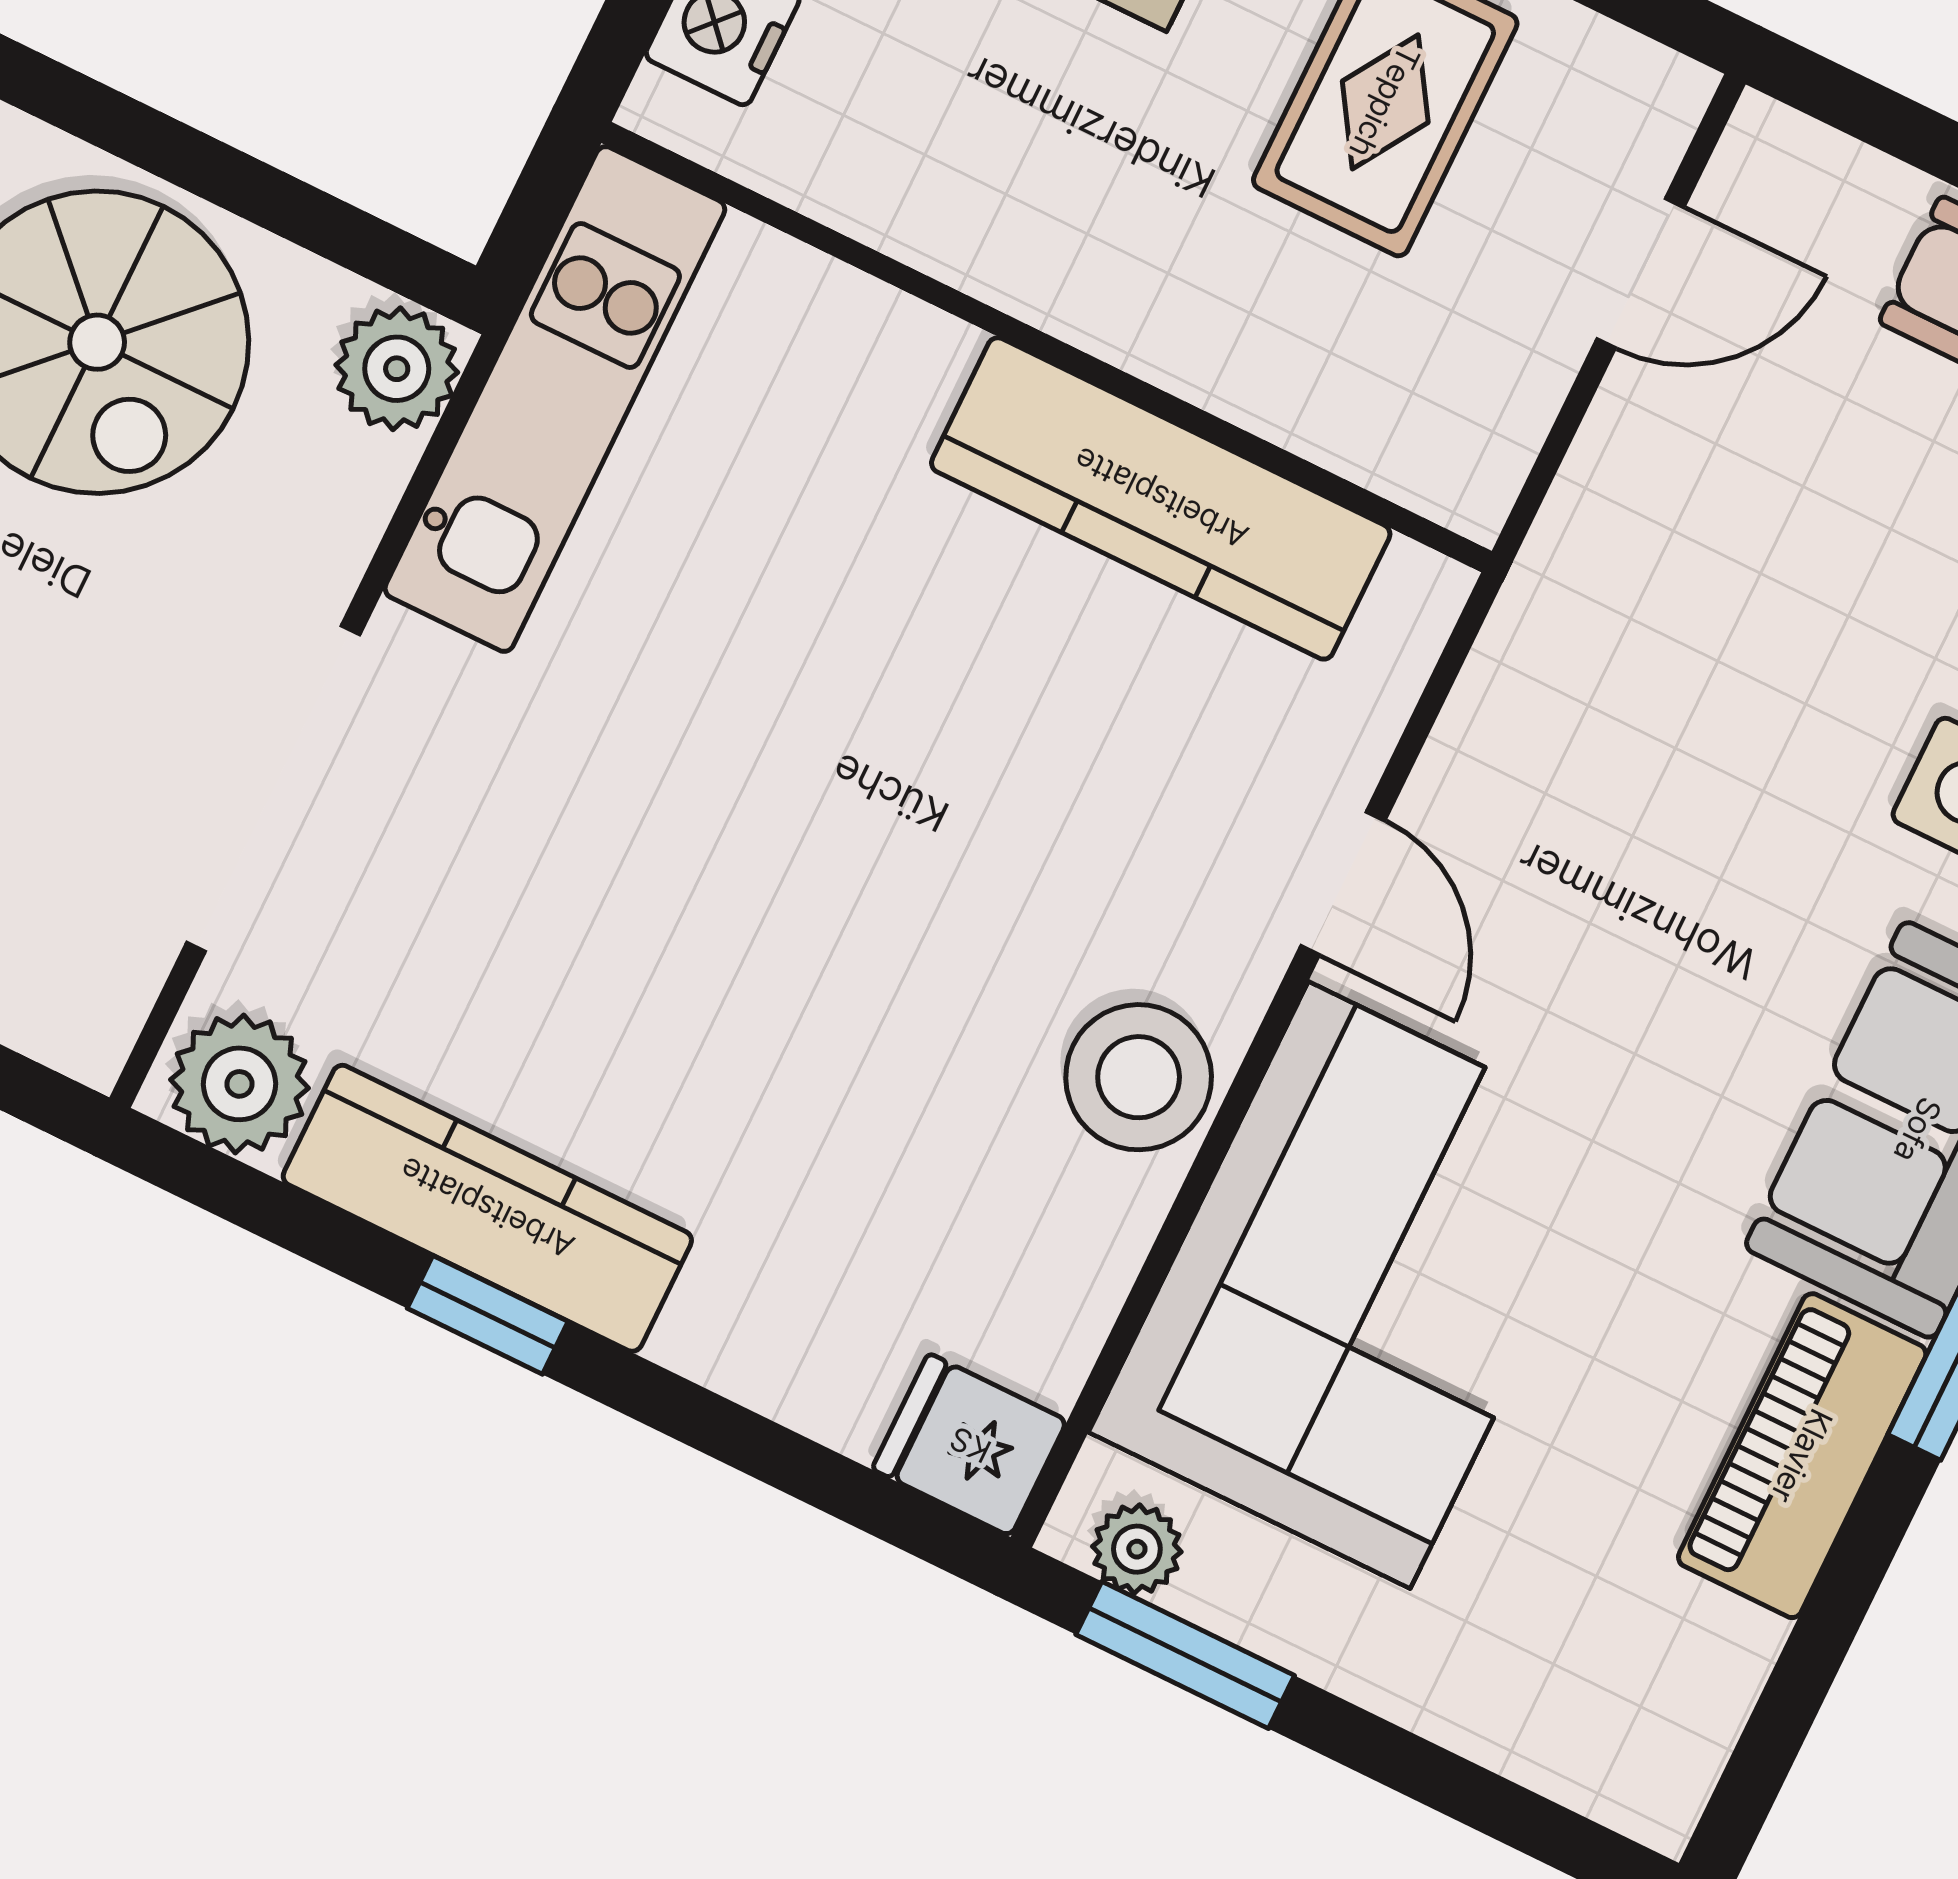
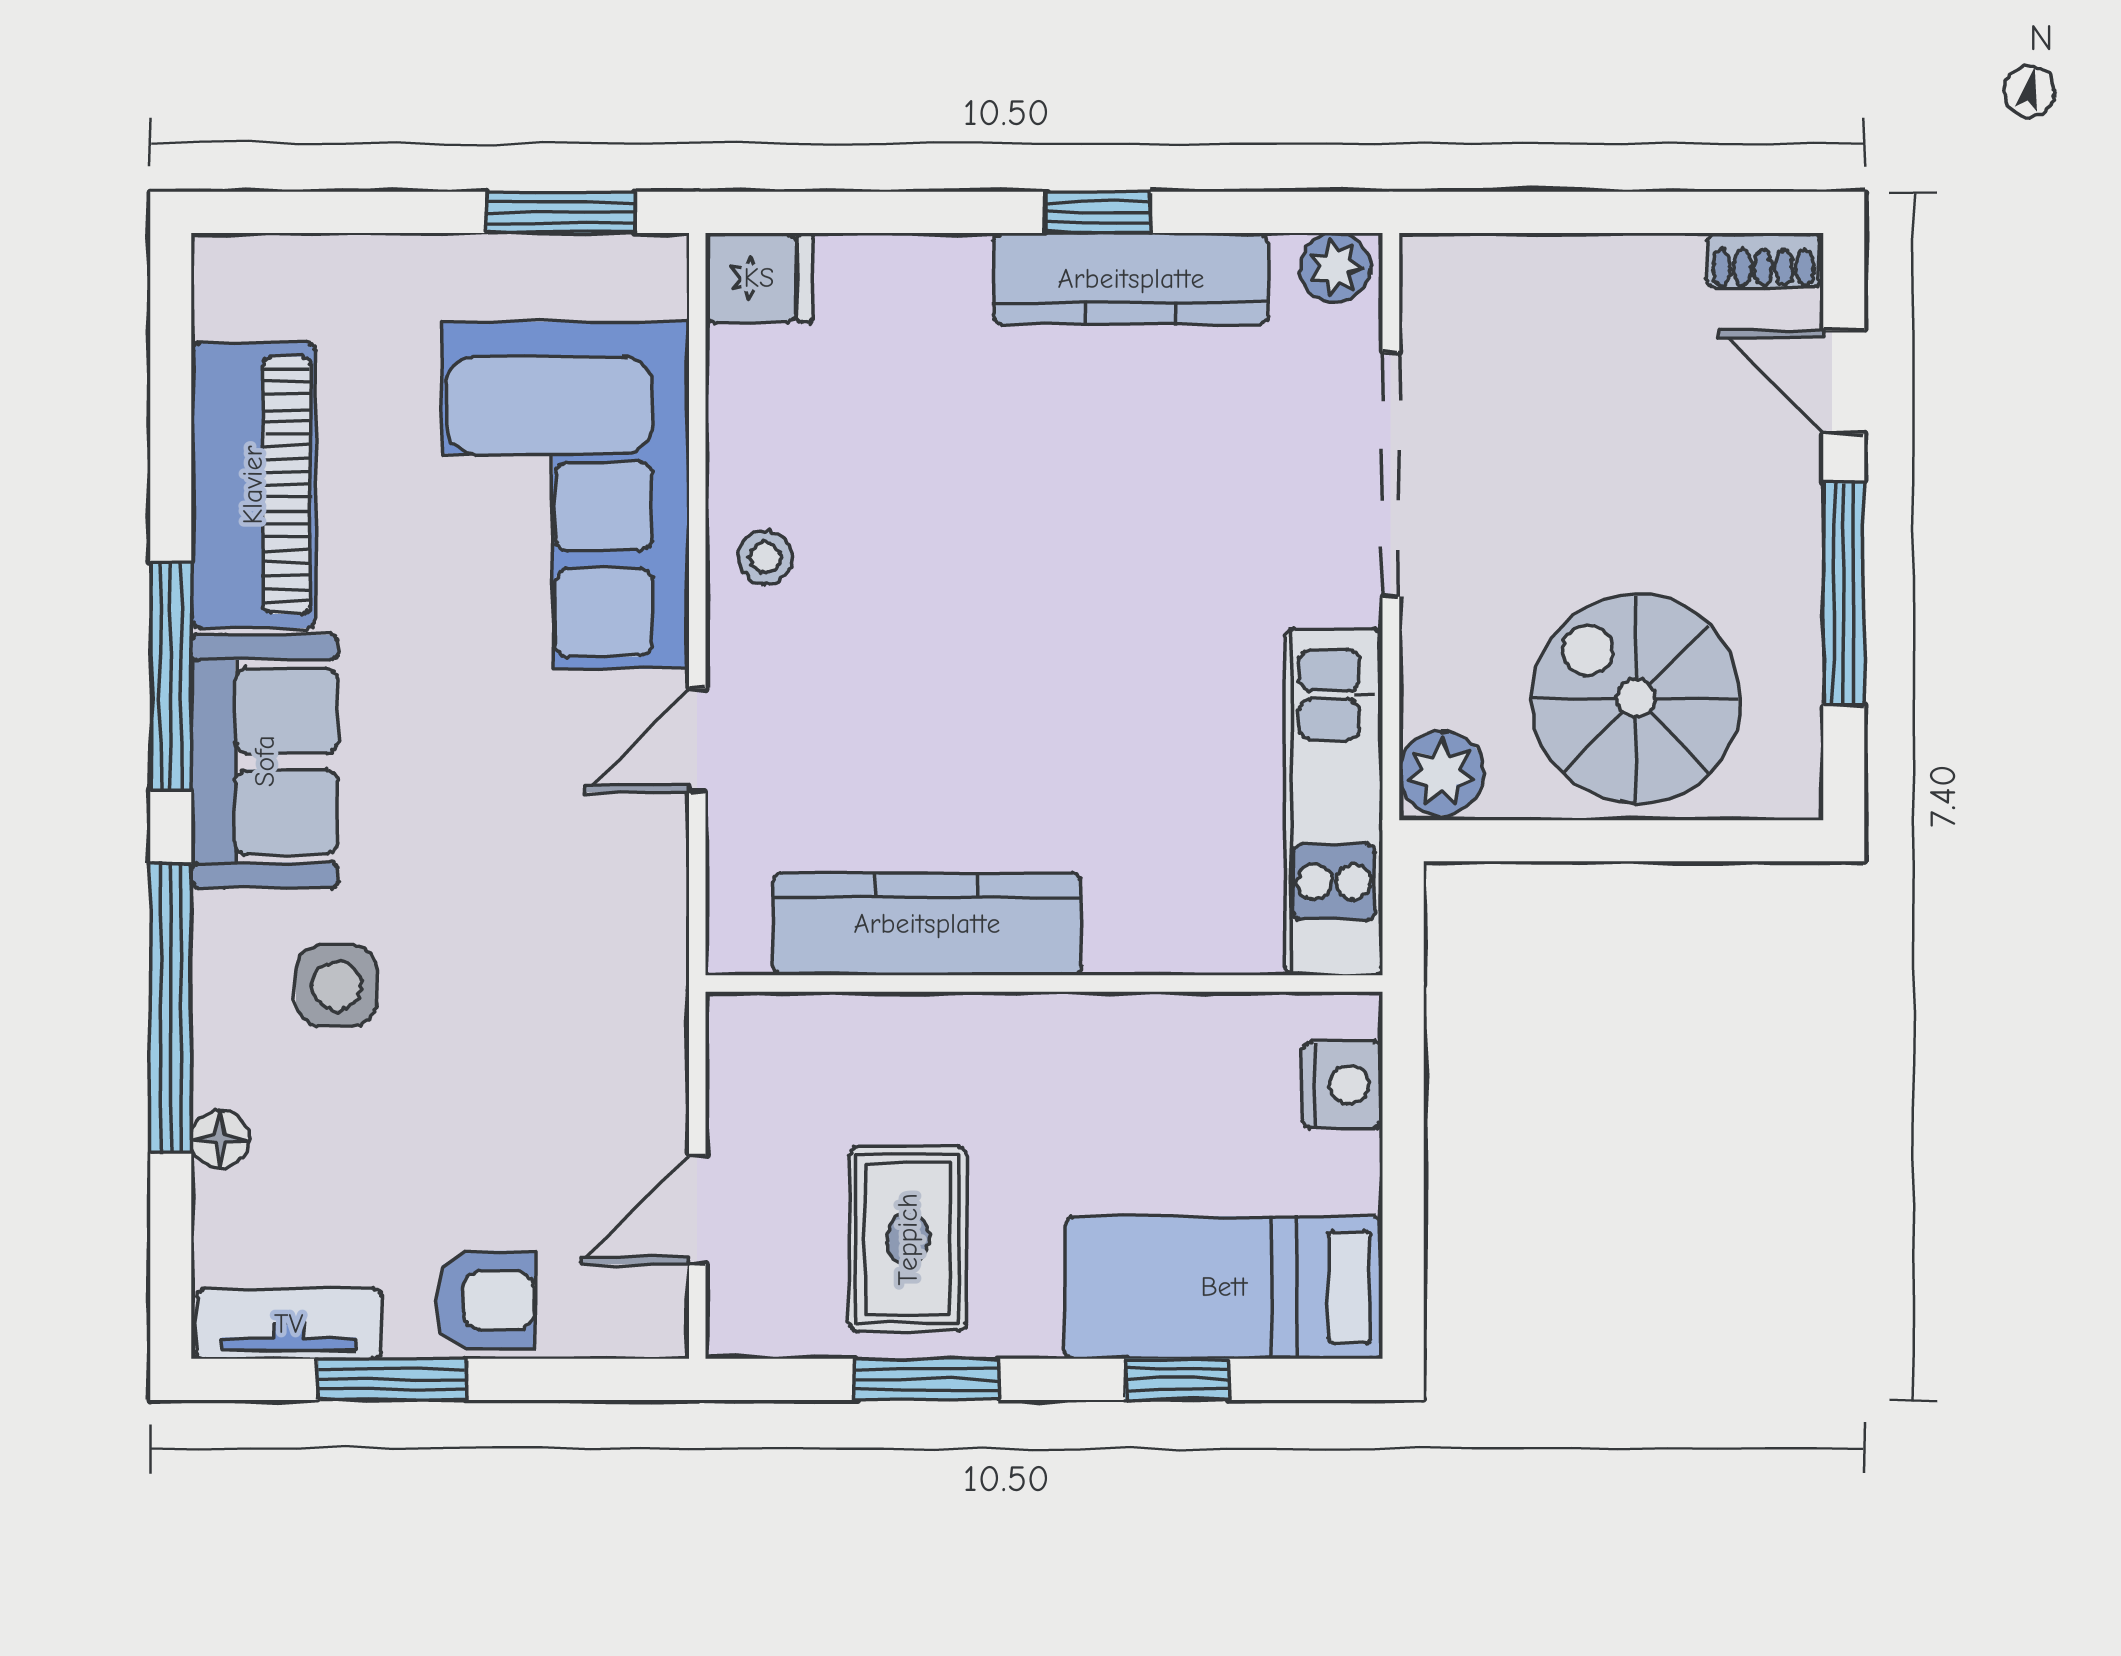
door: (1343, 883) -> (697, 740), hinge flipped
stool: (1139, 1077) -> (765, 558), width x0.53, depth x0.53
plant: (239, 1084) -> (1335, 268), width x0.73, depth x0.73
piano: (1802, 1456) -> (253, 485), width x1.37, depth x1.33
plant: (1137, 1549) -> (623, 264), removed

